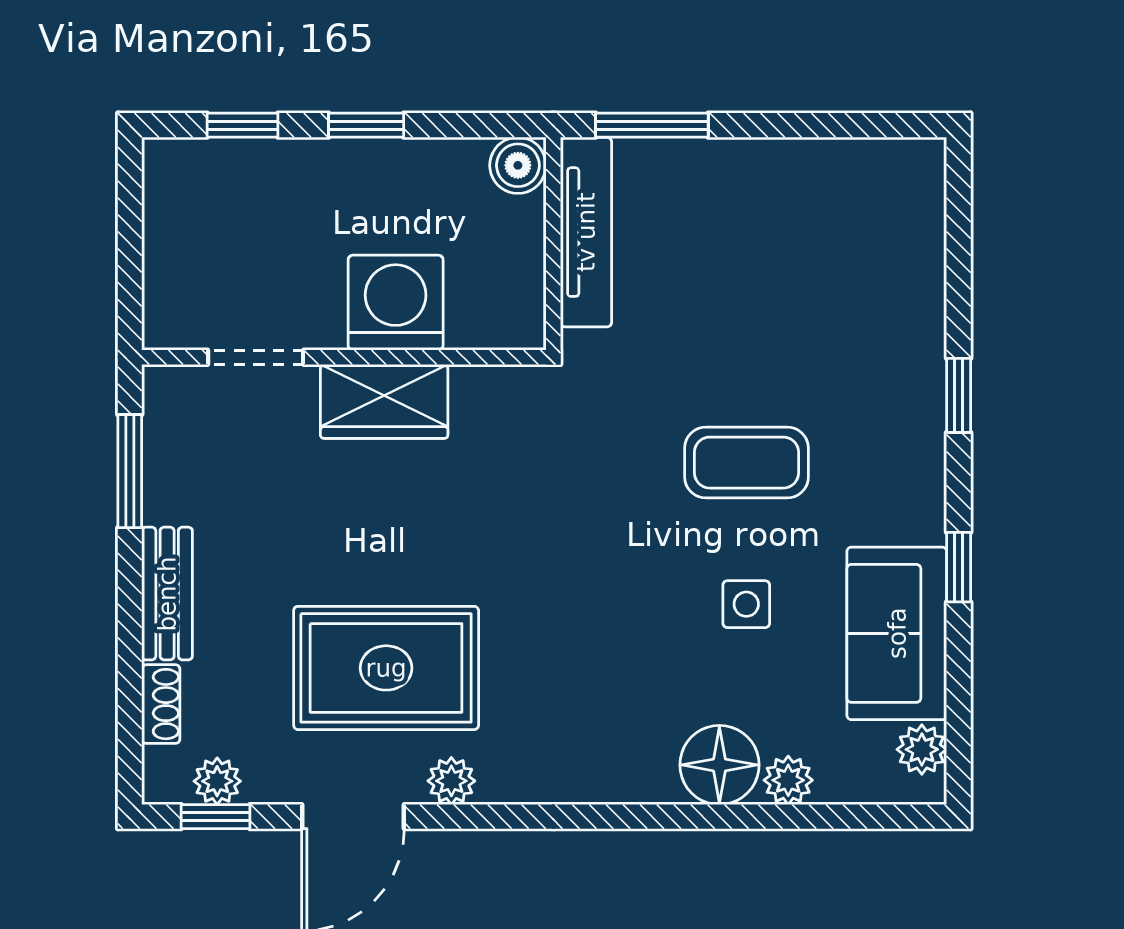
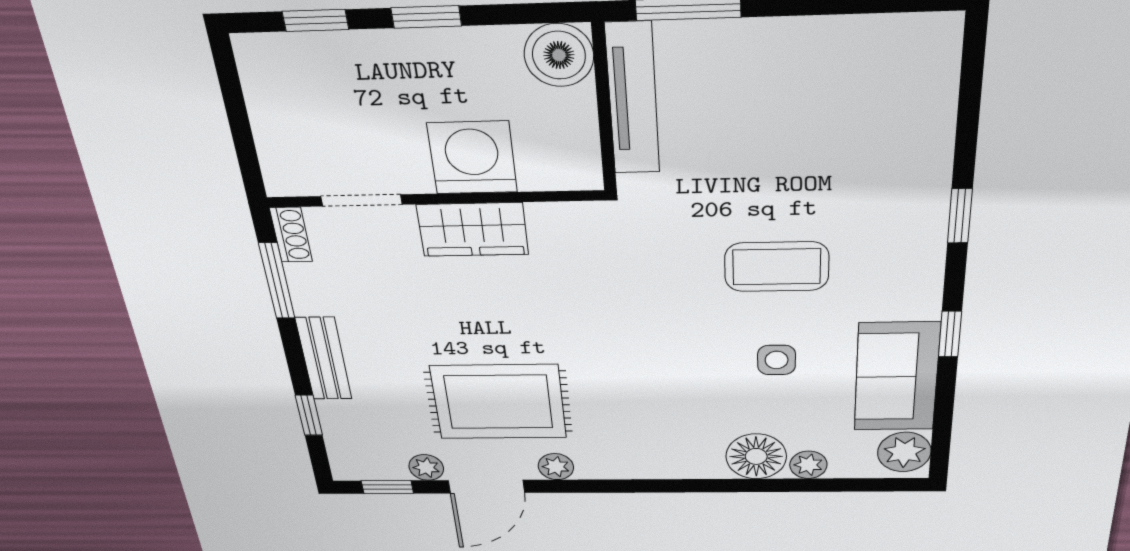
boiler: (518, 165) -> (559, 55), width x1.36, depth x1.36
window: (130, 688) -> (309, 415), added
shoe rack: (161, 704) -> (291, 235), moved
plant: (922, 749) -> (904, 452), width x1.38, depth x1.38
plant: (217, 781) -> (426, 467), moved

